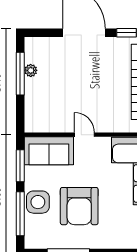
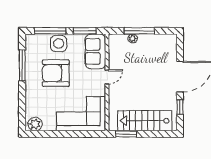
plant: (31, 70) -> (133, 38), moved
window: (20, 74) -> (139, 31), moved

